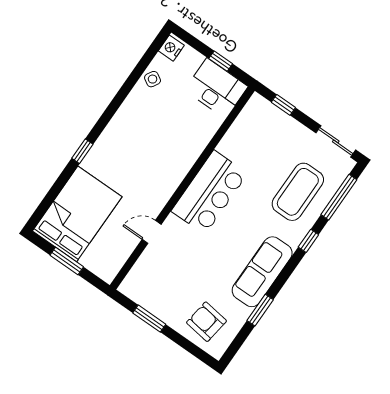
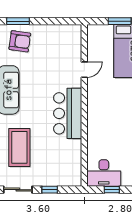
window: (283, 105) -> (50, 190), moved
window: (149, 319) -> (18, 21), moved

